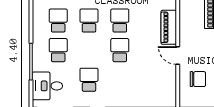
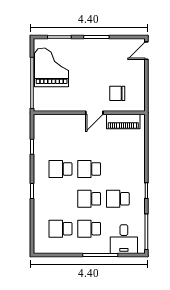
school desk: (89, 21) -> (89, 199), moved
piano: (169, 27) -> (123, 122), moved
chair: (198, 79) -> (117, 93), turned -90

